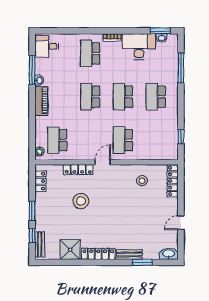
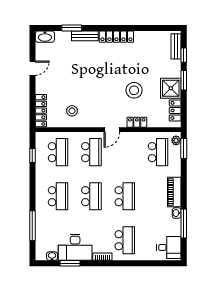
window: (160, 31) -> (70, 263), moved
school desk: (156, 140) -> (58, 152), added
window: (32, 144) -> (184, 148), added
locker: (78, 170) -> (137, 122), width x0.66
shower: (70, 250) -> (171, 88), moved

